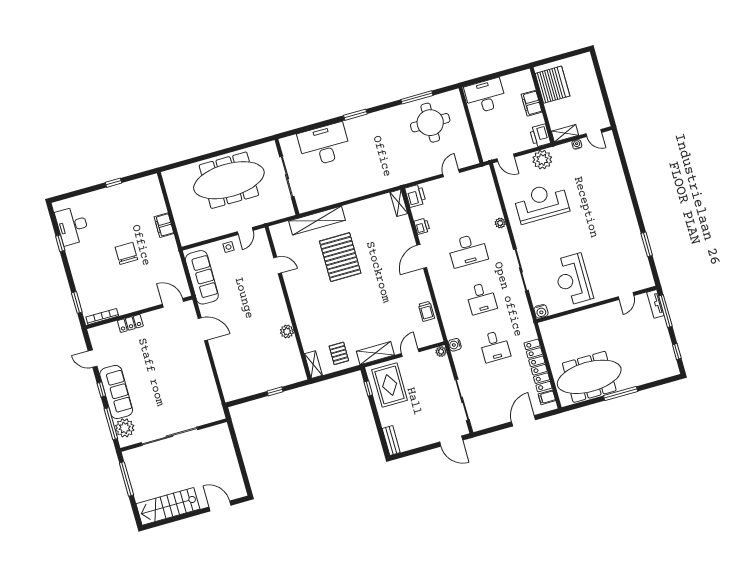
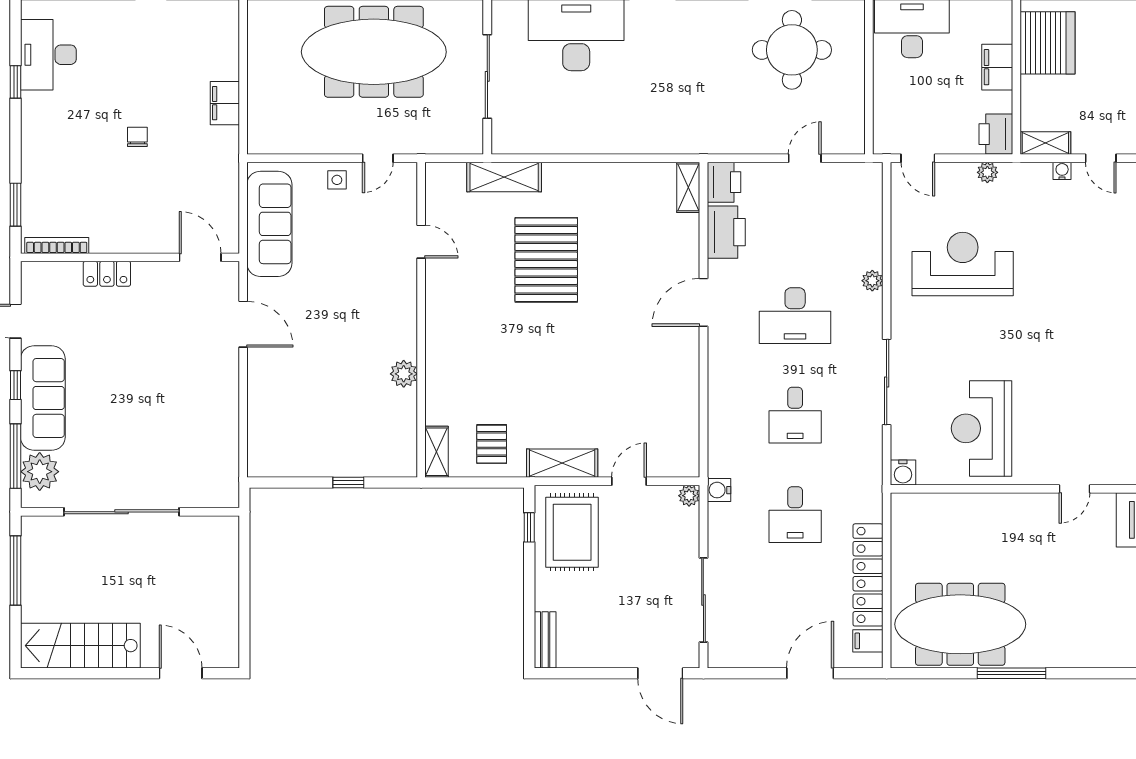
plant: (542, 160) -> (987, 172), width x0.53, depth x0.53
shelving: (317, 221) -> (504, 177), width x0.68
printer: (422, 226) -> (726, 232), width x1.87, depth x1.48
chair: (126, 253) -> (137, 137), width x0.54, depth x0.54
trolley: (426, 311) -> (683, 410), removed

